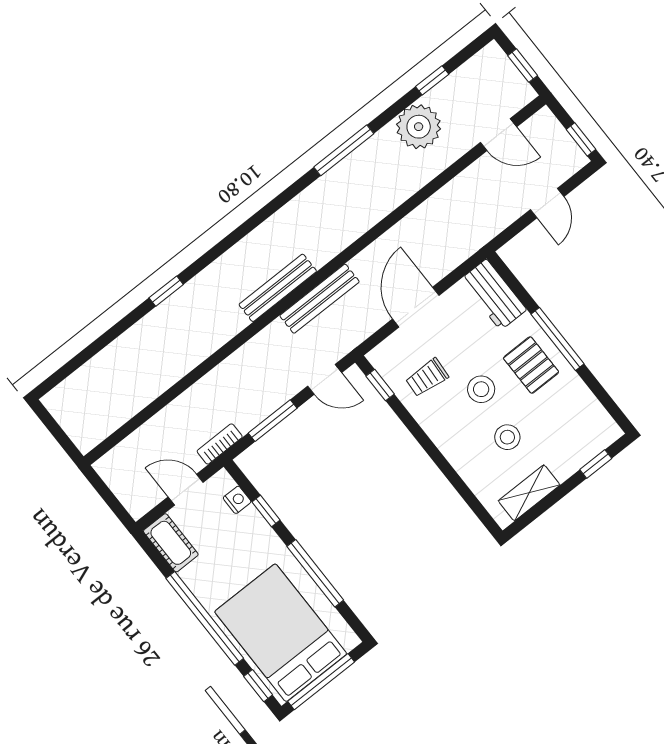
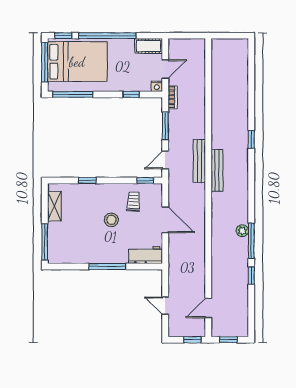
window: (432, 80) -> (251, 276), moved
plant: (419, 127) -> (242, 231), moved, width x0.53, depth x0.53
window: (581, 139) -> (192, 340), moved
window: (166, 291) -> (251, 139), moved
bench: (320, 299) -> (199, 161), moved
pallet: (531, 365) -> (105, 248), removed
stool: (507, 437) -> (84, 215), removed
window: (596, 464) -> (45, 242), width x2.17
window: (450, 474) -> (87, 180), added
nightstand: (237, 500) -> (157, 86), moved
window: (315, 573) -> (73, 94), moved

